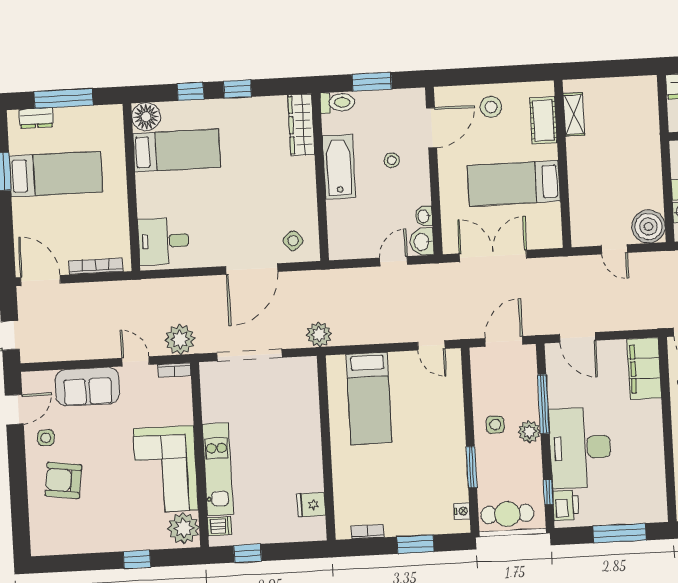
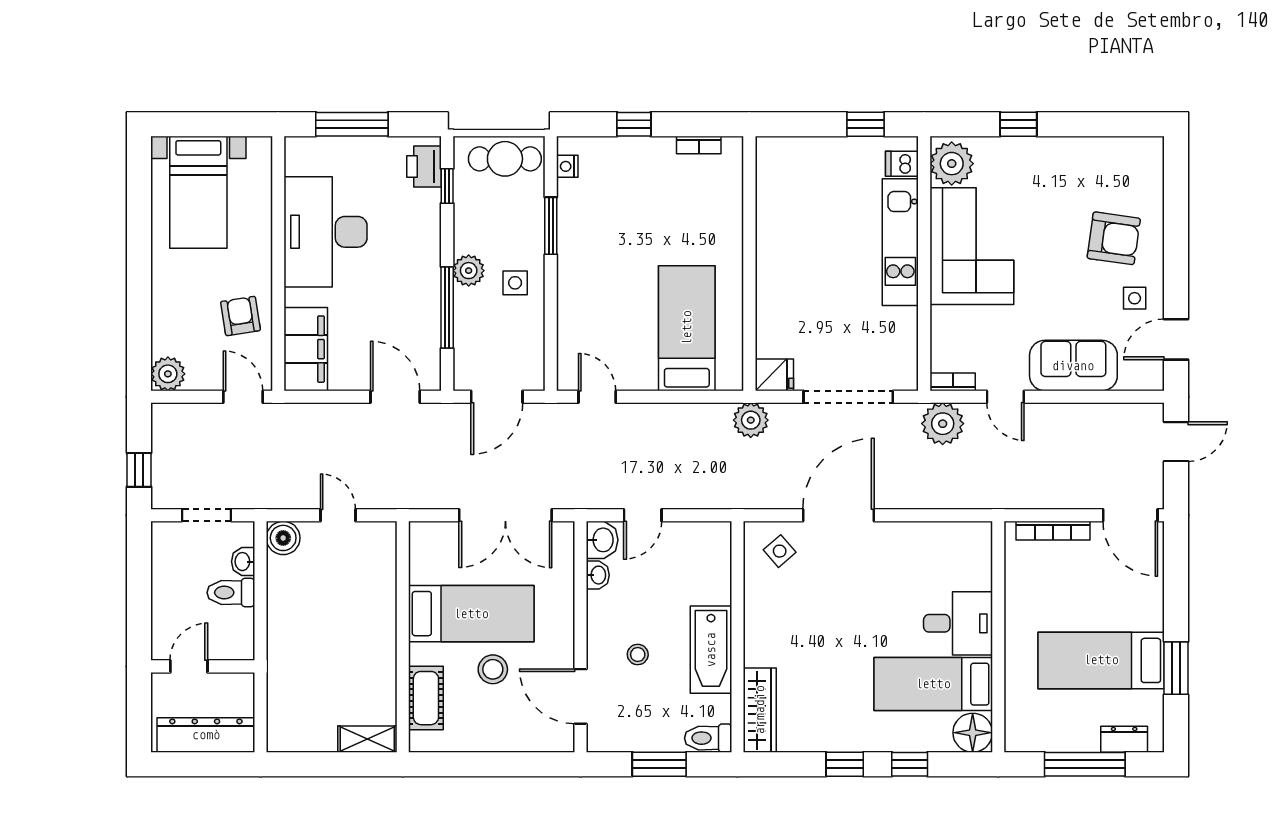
stool: (491, 107) -> (493, 669), moved
shelving: (574, 114) -> (367, 739), moved, turned 90
door: (432, 128) -> (580, 696), hinge flipped
boiler: (648, 227) -> (283, 538), width x0.73, depth x0.73
desk: (163, 241) -> (958, 623), moved
desk: (580, 448) -> (326, 232), moved, turned 180
fridge: (311, 505) -> (774, 375), moved
window: (415, 544) -> (634, 124), width x0.67

